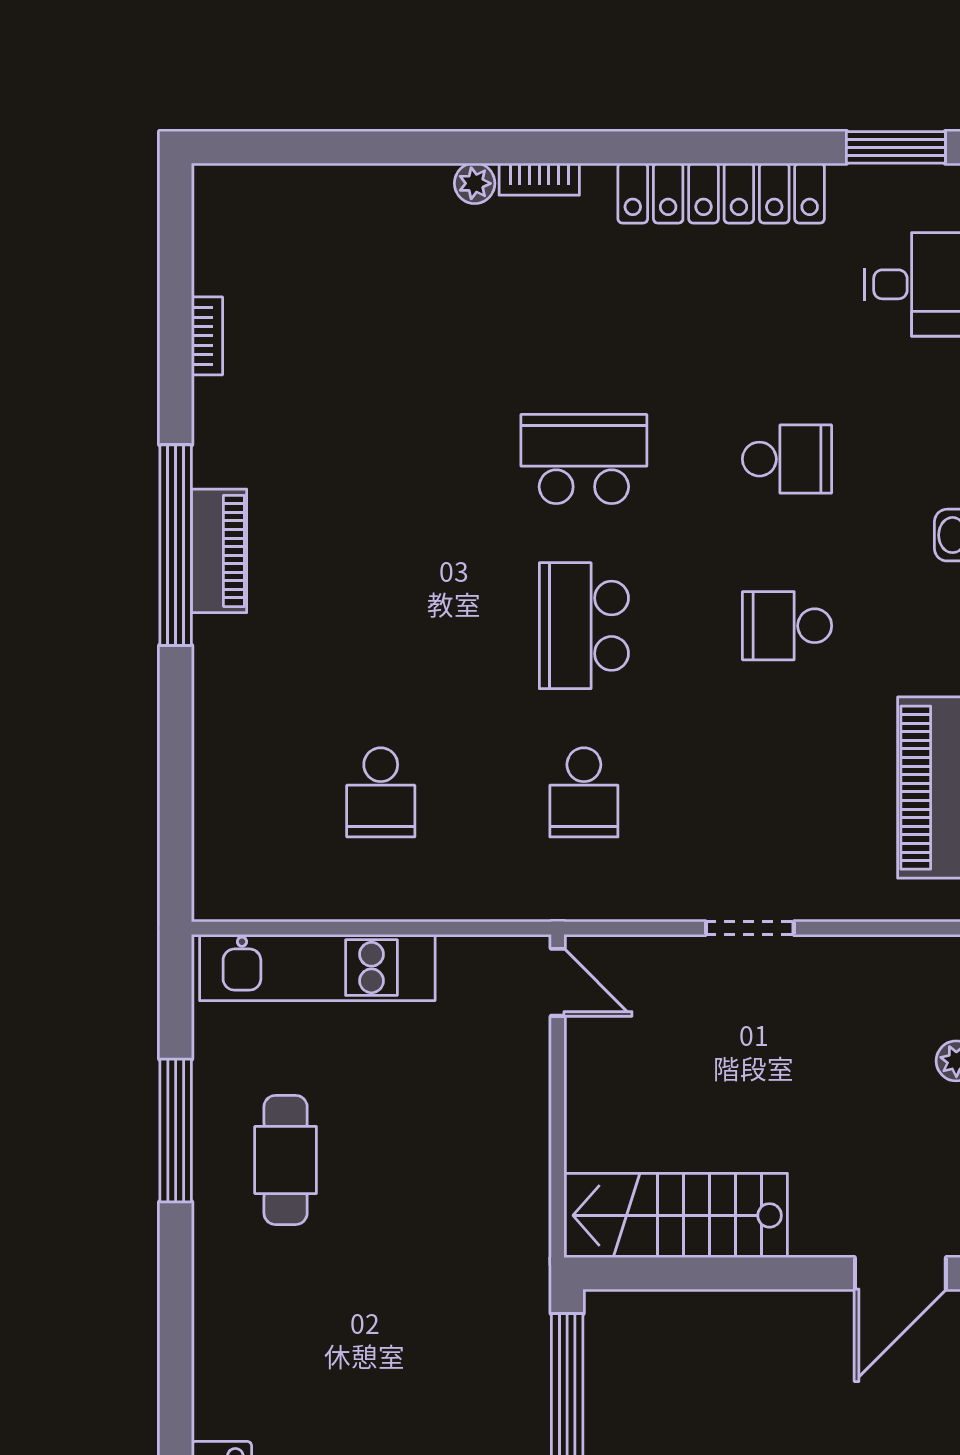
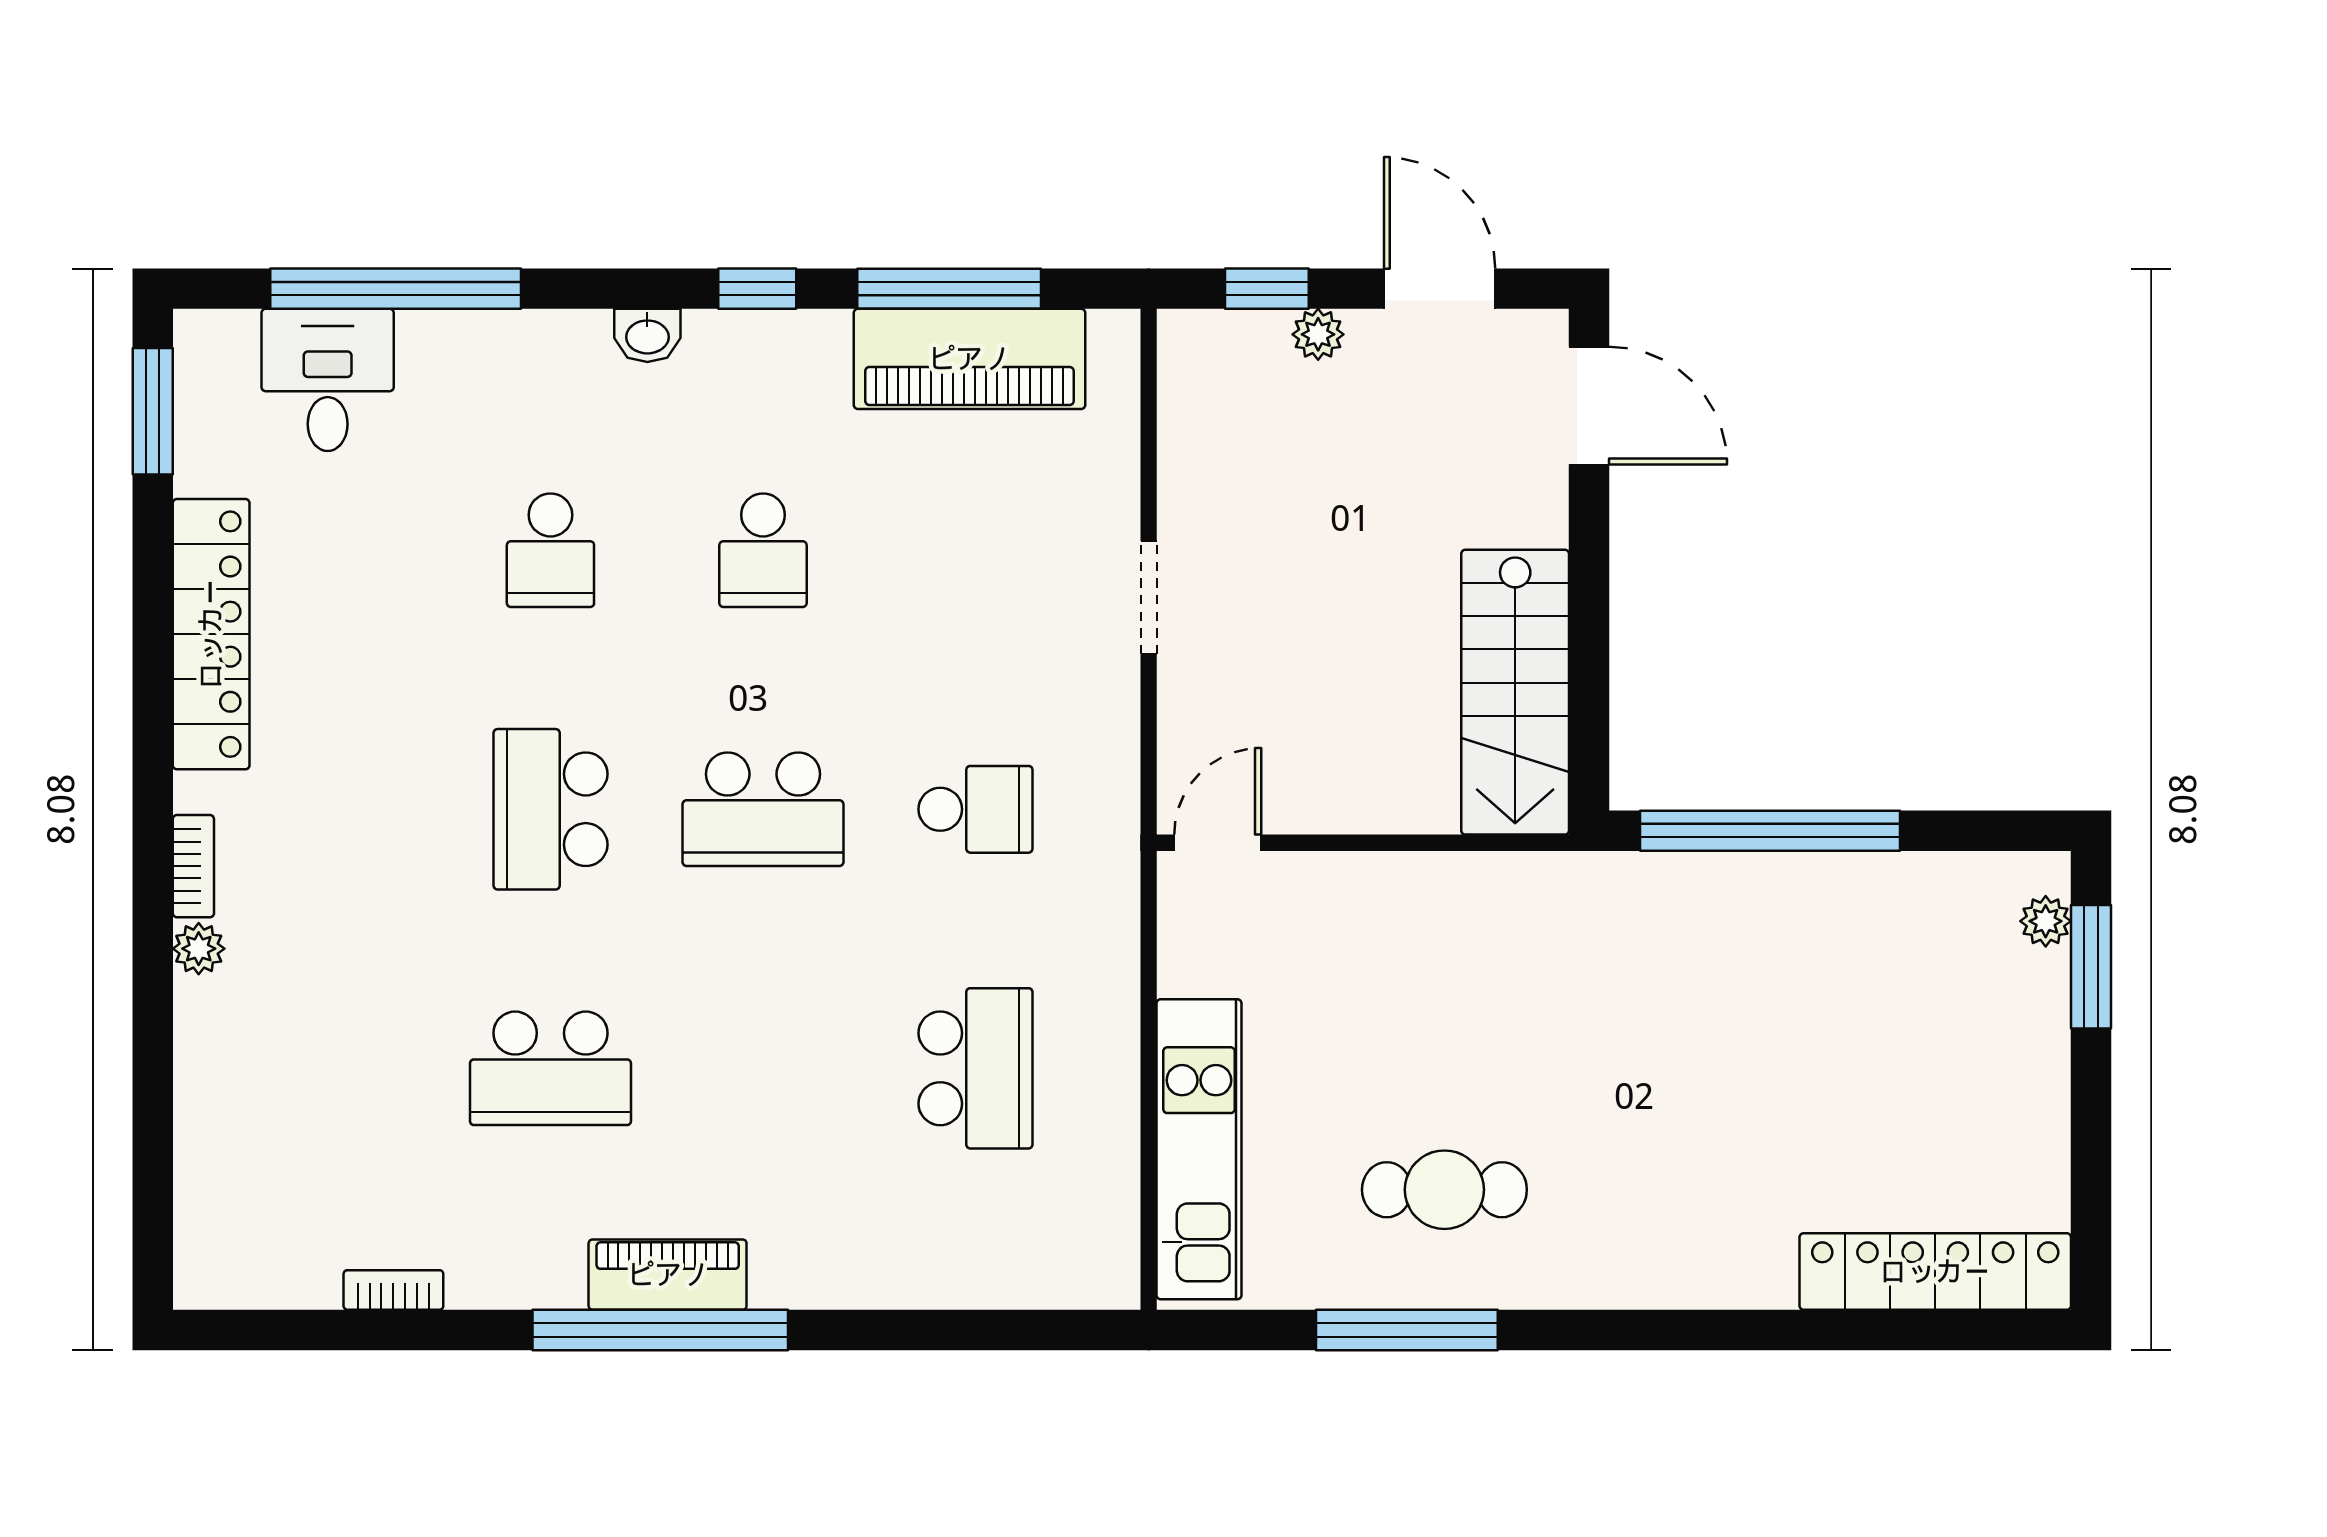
school desk: (381, 459) -> (550, 1068), added
school desk: (787, 459) -> (550, 550), turned 180
school desk: (381, 792) -> (976, 1068), width x1.85

